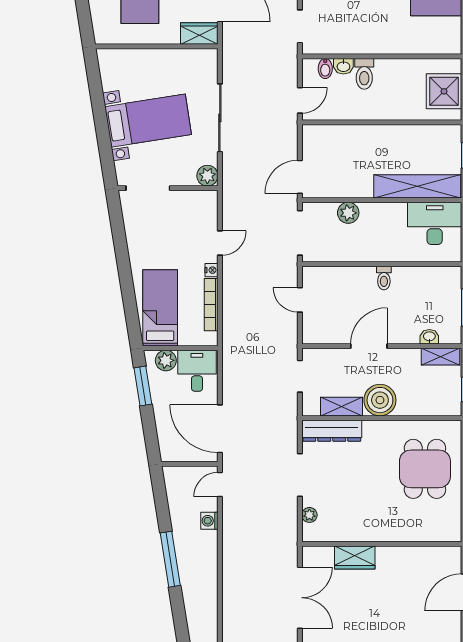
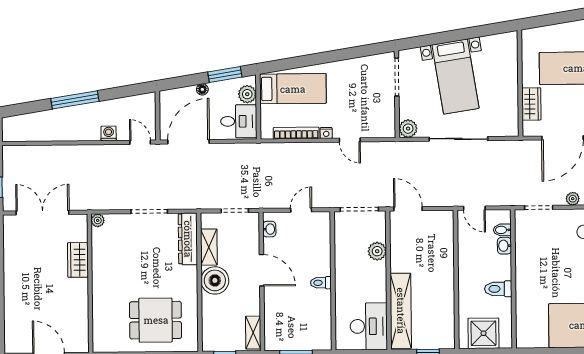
wardrobe: (199, 34) -> (531, 104), moved
toilet: (364, 74) -> (498, 289), moved
washbasin: (429, 337) -> (269, 229), moved
floor lamp: (160, 412) -> (202, 89), added
plant: (309, 515) -> (98, 220), moved
double door: (300, 598) -> (43, 213), swing flipped

